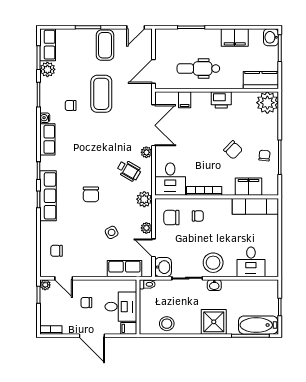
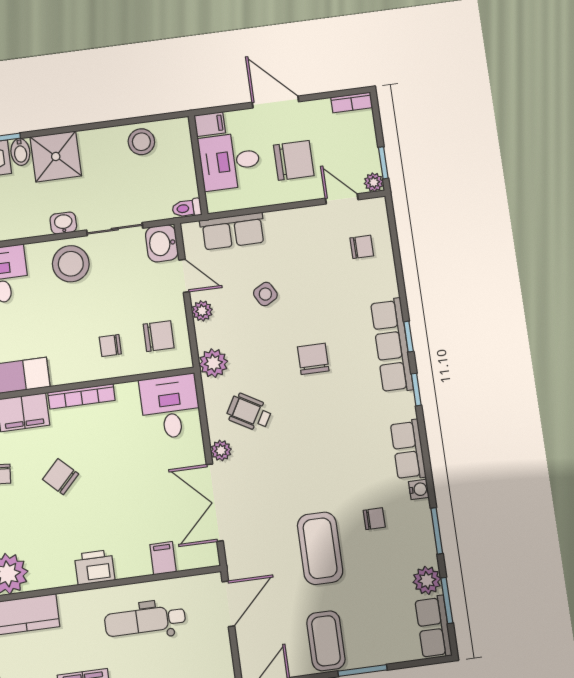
dental chair: (198, 69) -> (145, 621), turned 180
bookcase: (204, 191) -> (81, 396), moved
chair: (86, 303) -> (294, 160), width x1.87, depth x1.87
bidet: (232, 327) -> (20, 152), added

